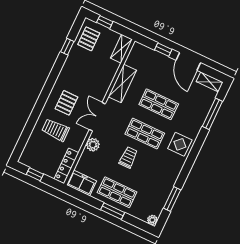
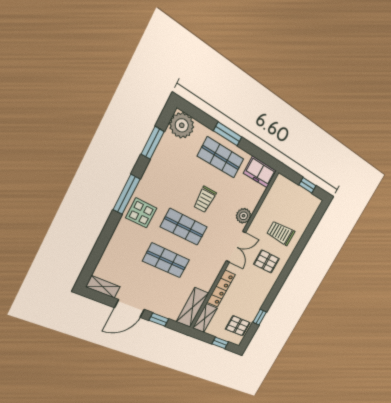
pallet: (89, 39) -> (238, 326), turned 90
door: (188, 62) -> (129, 308), swing flipped
shelving: (122, 83) -> (192, 307), moved
pallet: (66, 103) -> (267, 261), turned 90
window: (212, 114) -> (127, 194), moved
trolley: (55, 130) -> (281, 233), turned 180
locker: (66, 166) -> (221, 288), moved
plant: (152, 220) -> (182, 125), width x1.88, depth x1.88

